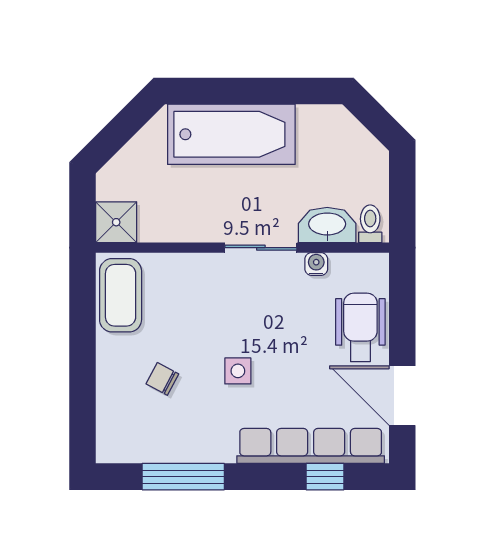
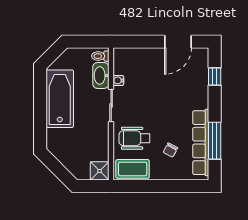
bathtub: (231, 134) -> (60, 99), moved
wheelchair: (360, 327) -> (135, 138), moved
side table: (238, 371) -> (167, 116), removed
row of seats: (311, 446) -> (201, 143), moved

